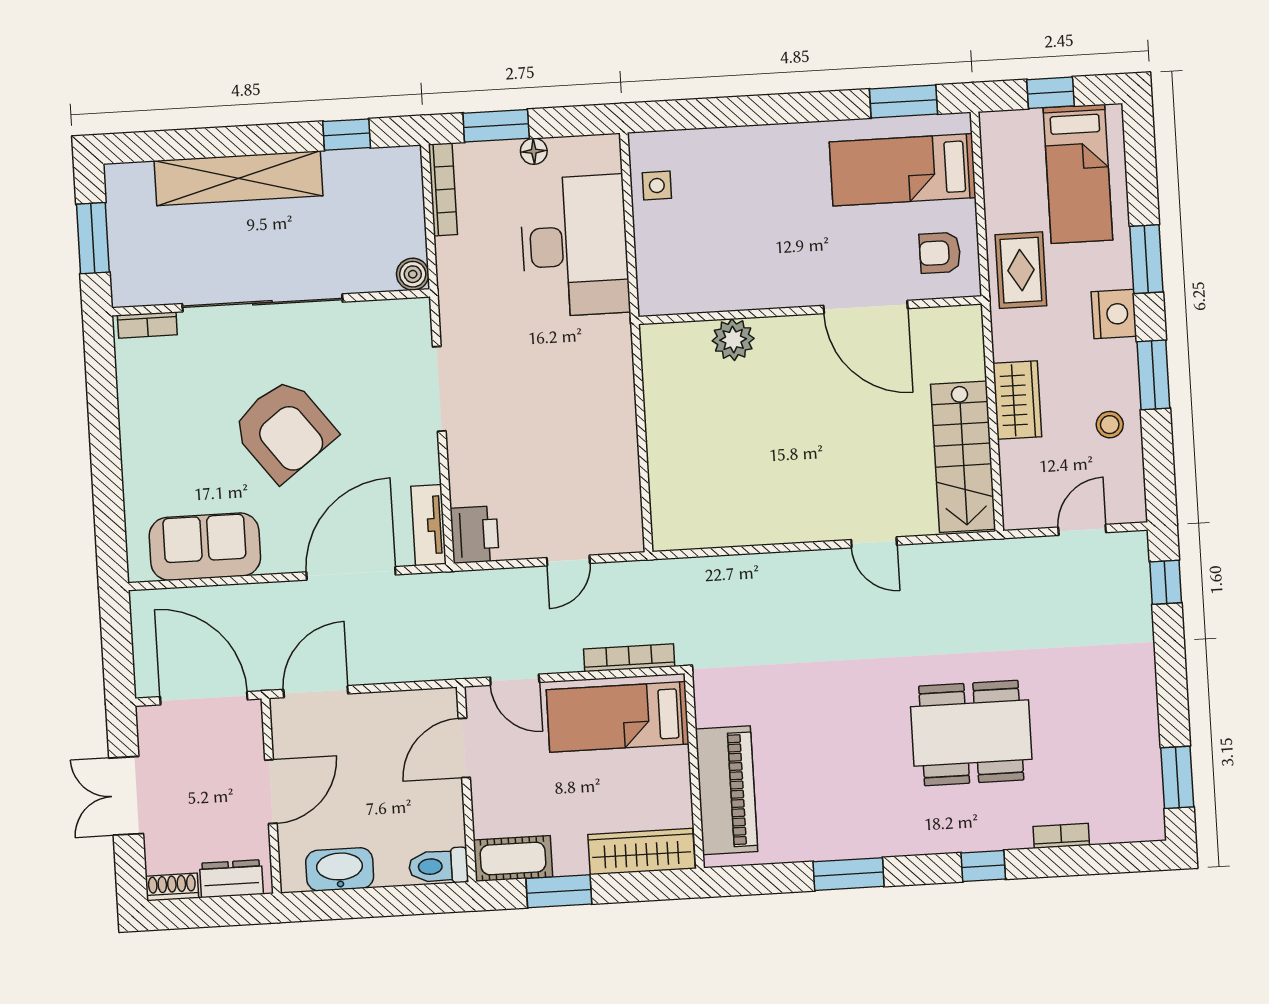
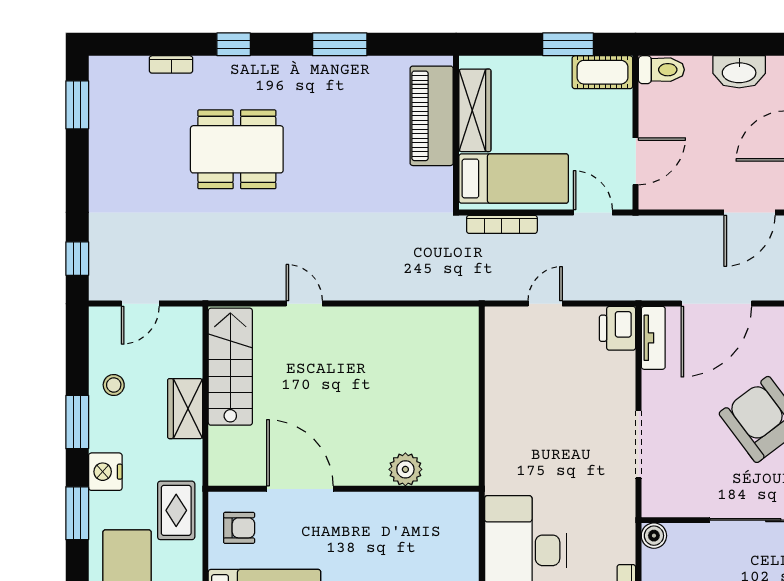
wardrobe: (641, 851) -> (475, 110), moved, turned -90

